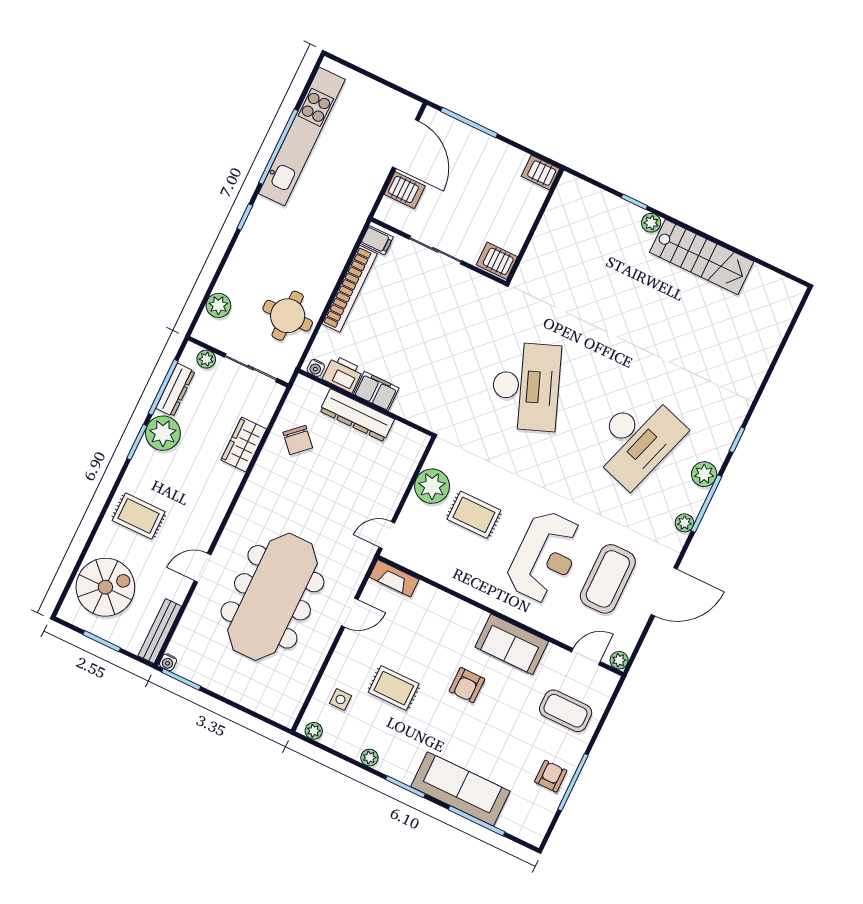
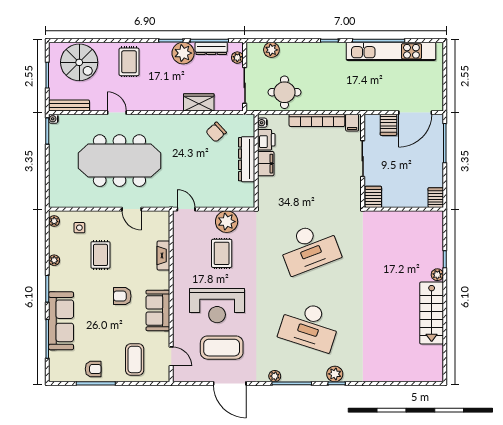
plant: (704, 474) -> (335, 374), moved
fireplace: (394, 578) -> (163, 256), moved
plant: (619, 660) -> (178, 376), removed

